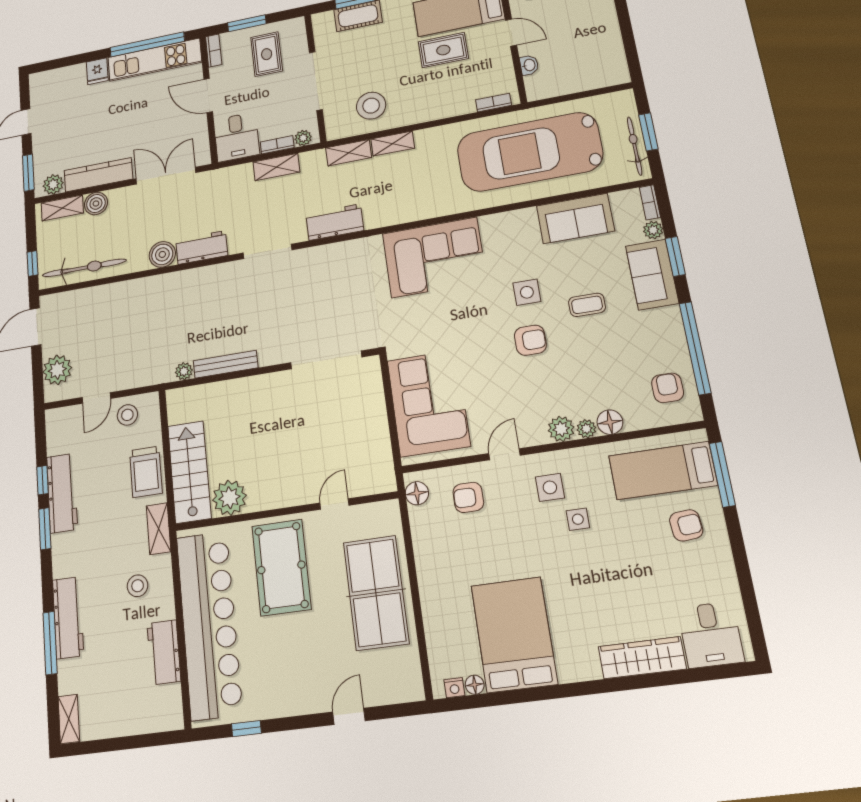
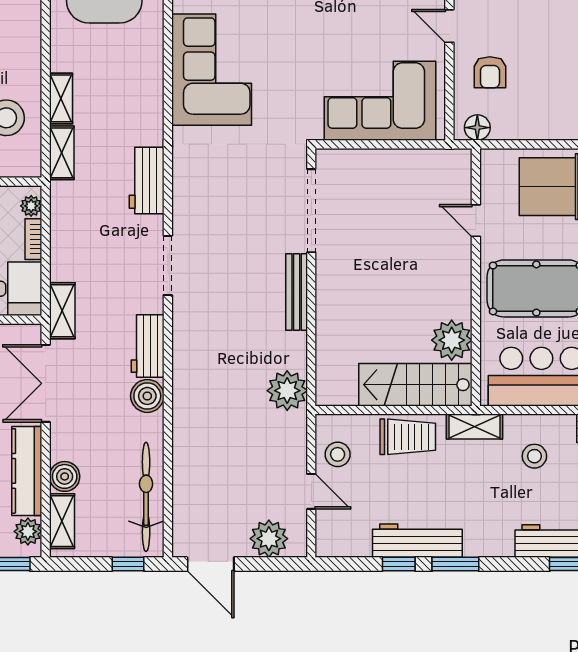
shelving: (276, 167) -> (62, 311), moved
bench: (226, 364) -> (297, 292), moved
plant: (184, 371) -> (287, 391), width x1.87, depth x1.87

